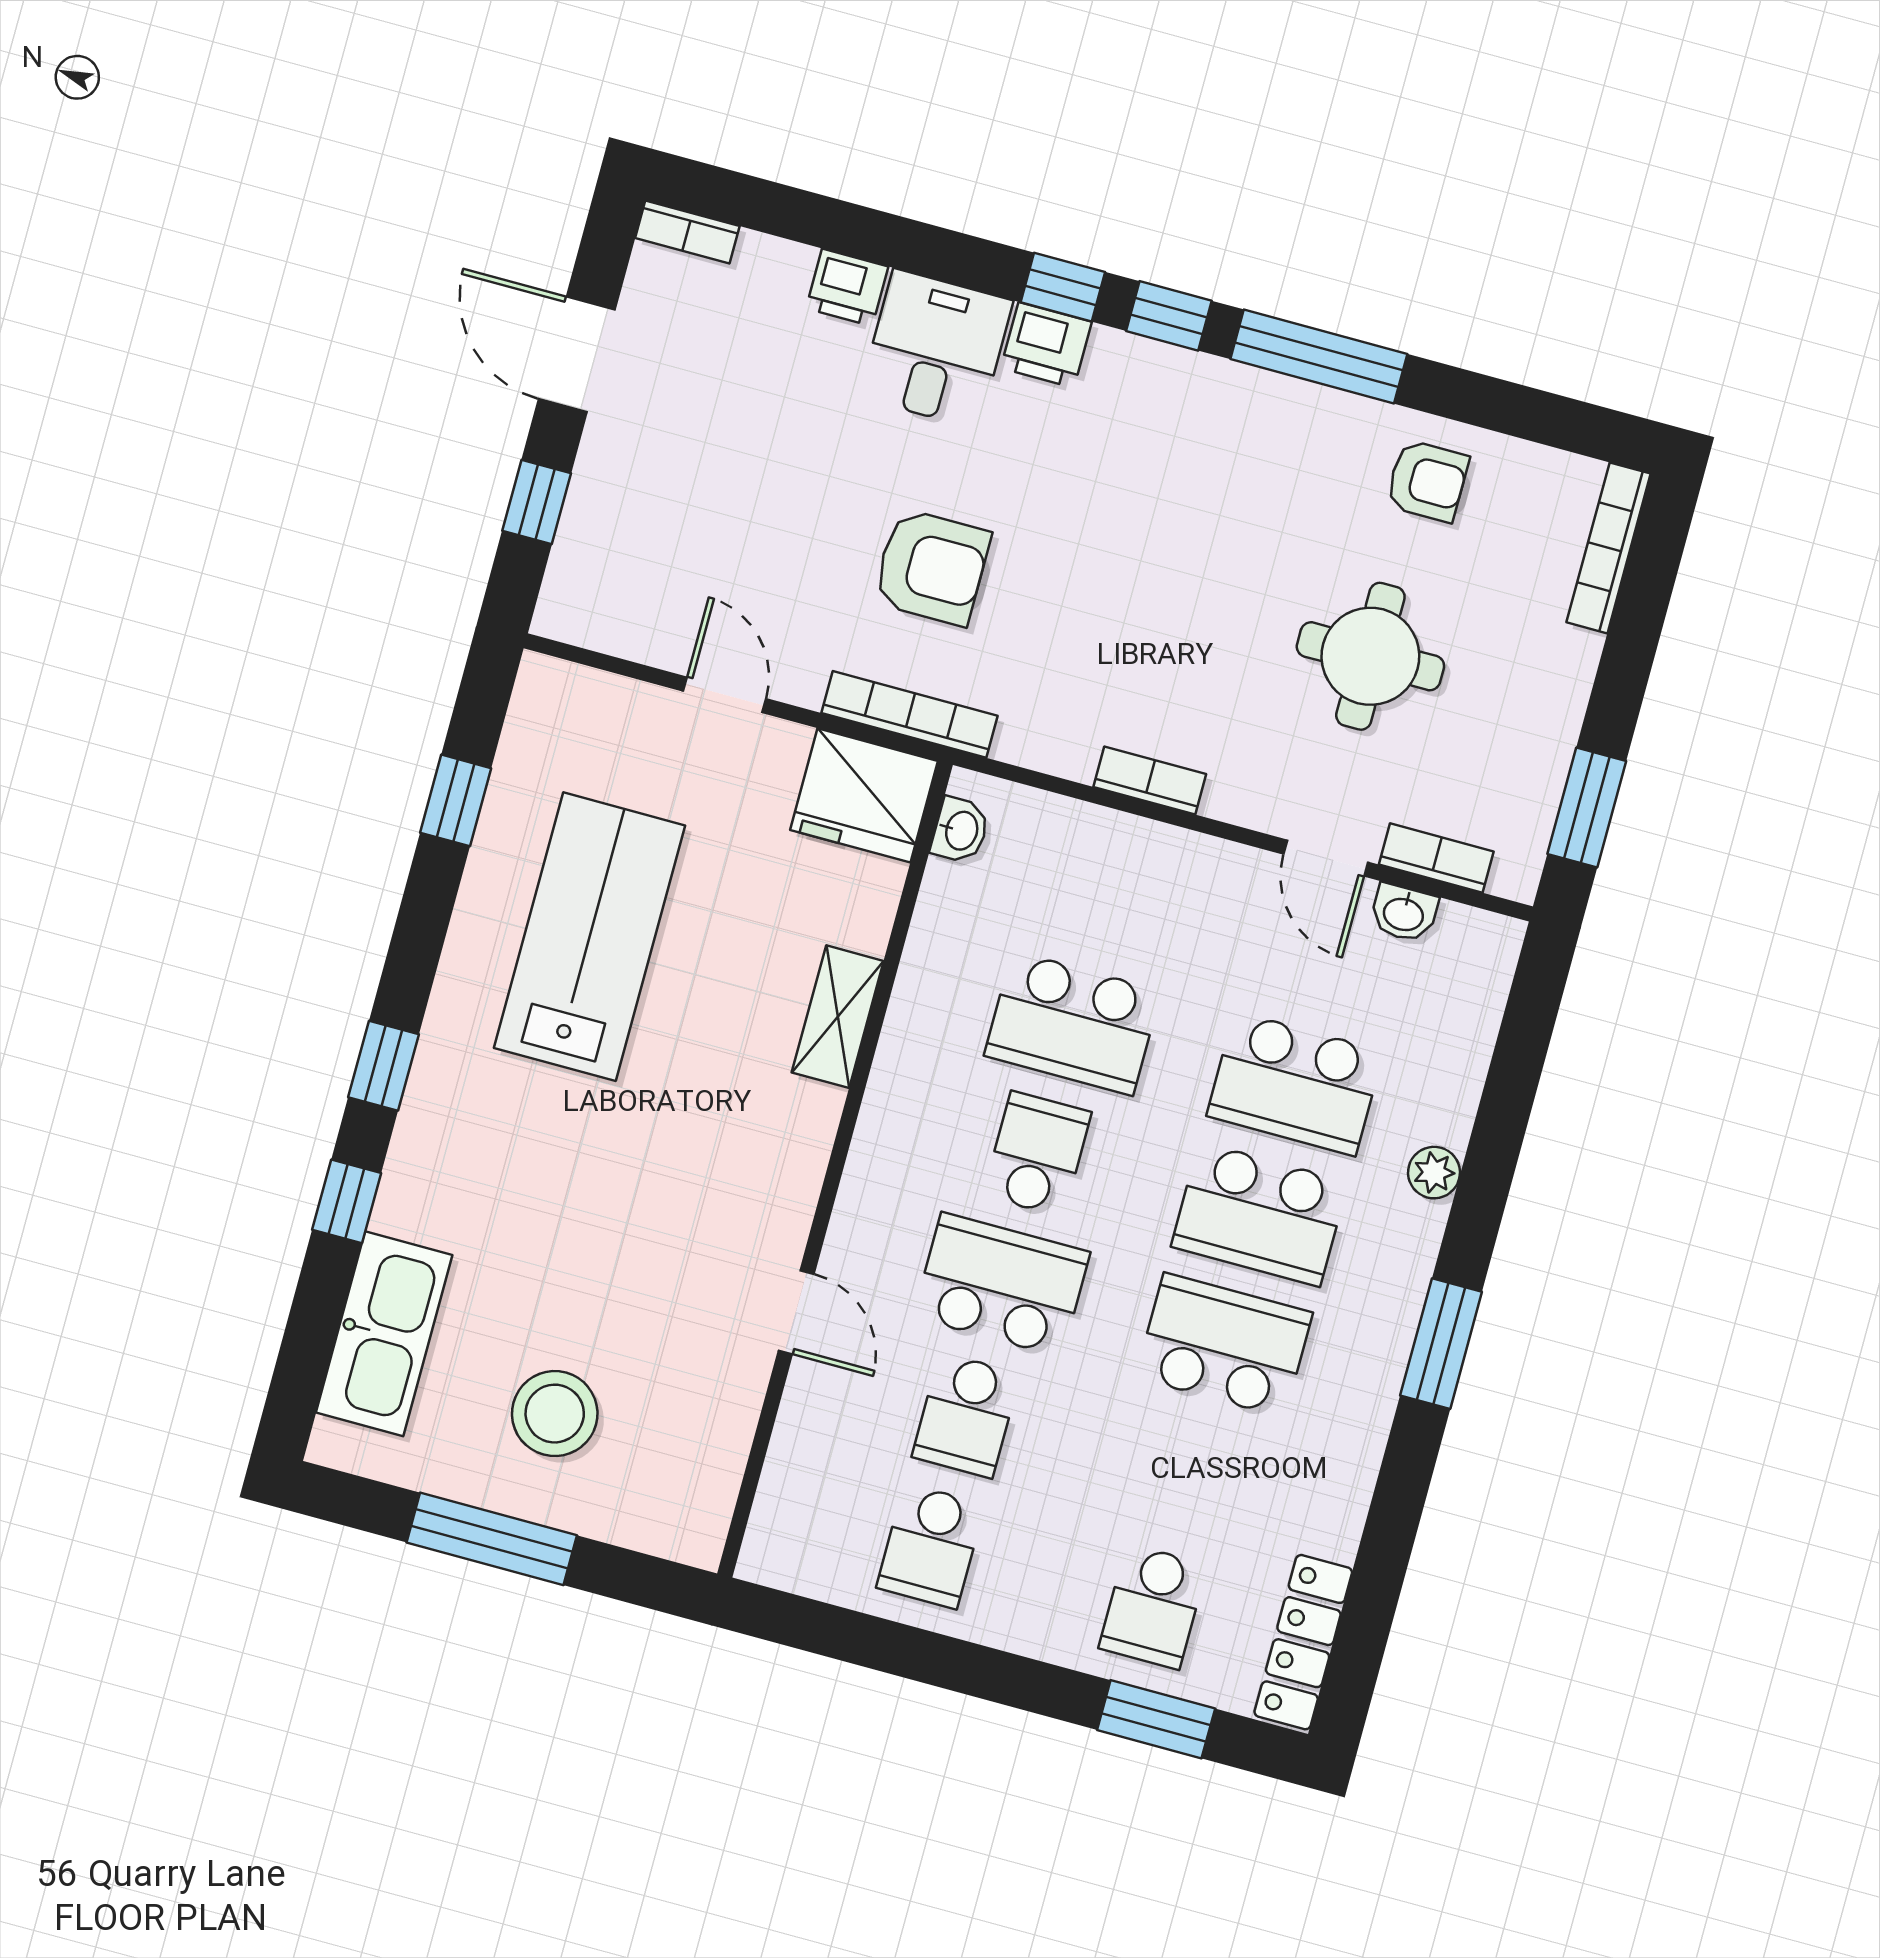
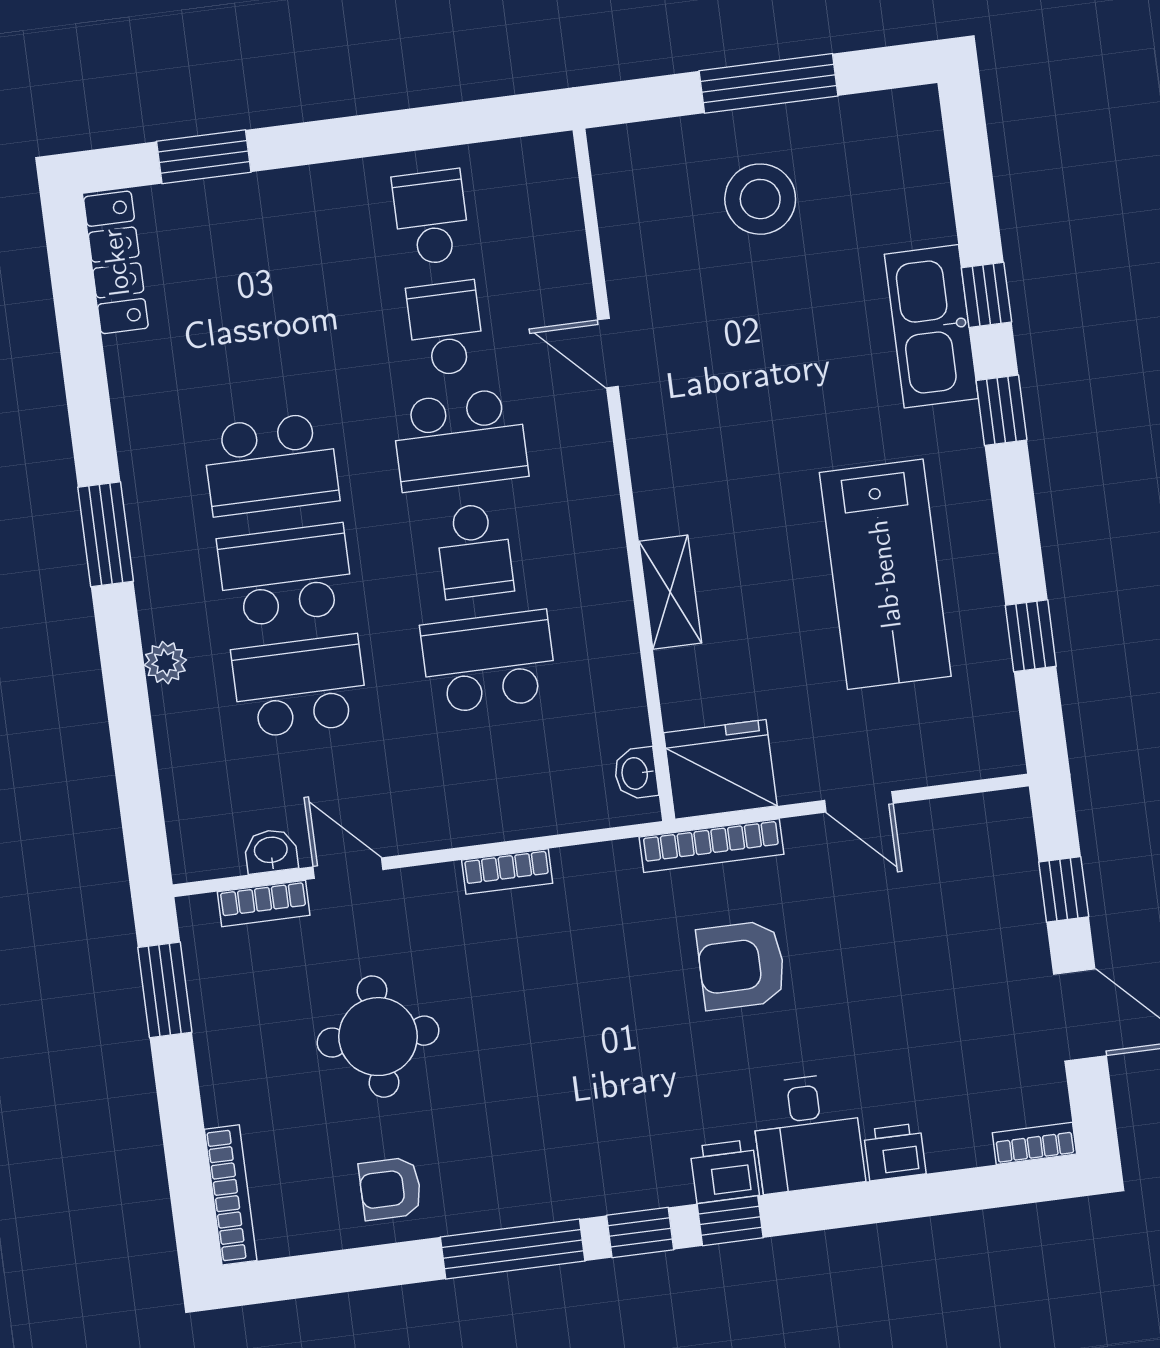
kitchen sink: (384, 1334) -> (931, 326), moved
school desk: (1153, 1606) -> (242, 242), removed

